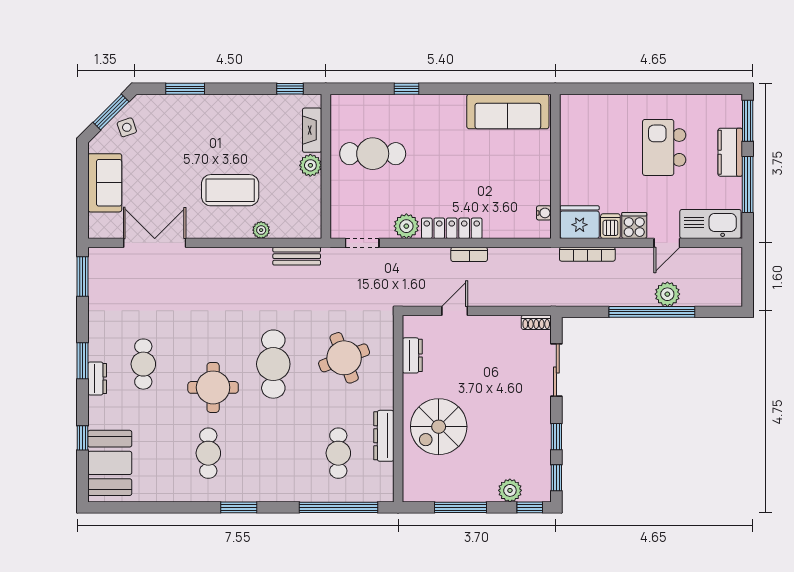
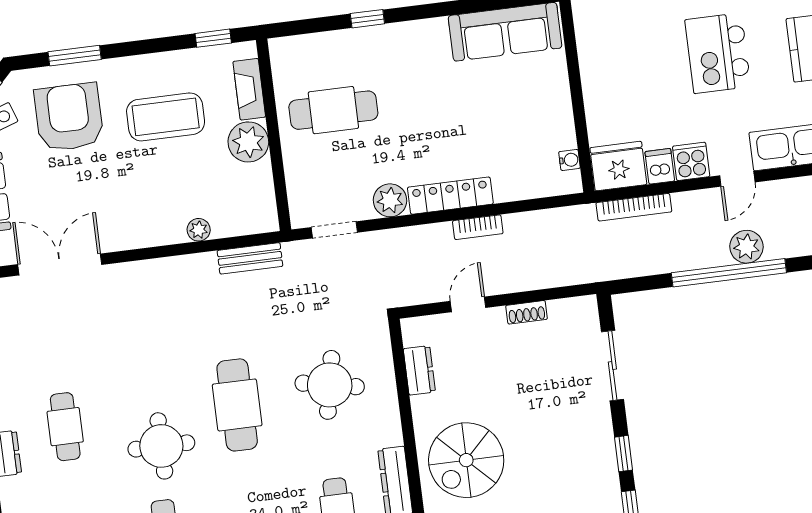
armchair: (175, 134) -> (69, 117), added
plant: (310, 165) -> (248, 142), width x1.36, depth x1.36
coffee table: (230, 190) -> (166, 117), moved
shoe rack: (536, 322) -> (527, 312), moved
round table: (344, 358) -> (330, 385), turned 32

